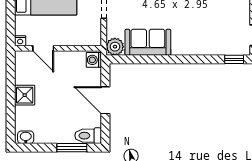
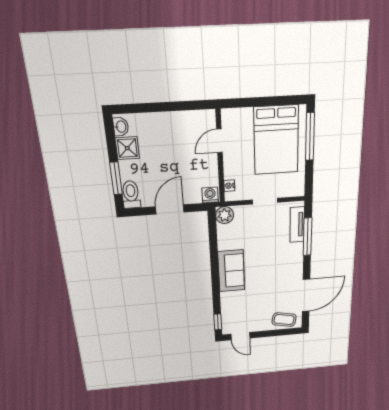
nightstand: (20, 41) -> (229, 186), moved
sofa: (148, 42) -> (231, 271), moved
shower: (25, 95) -> (127, 148), moved

